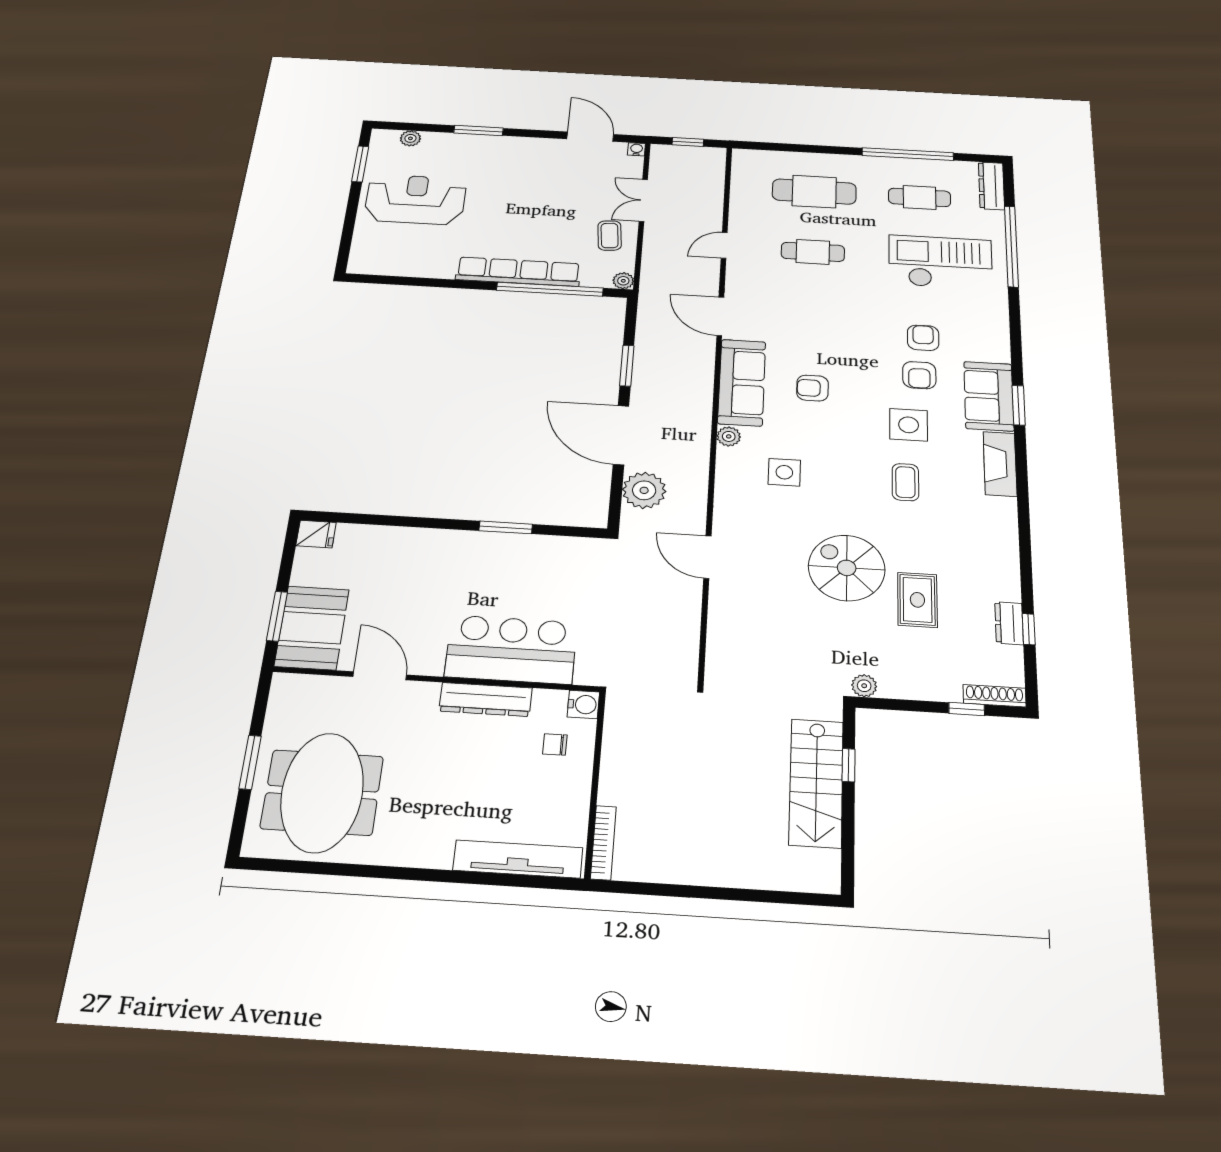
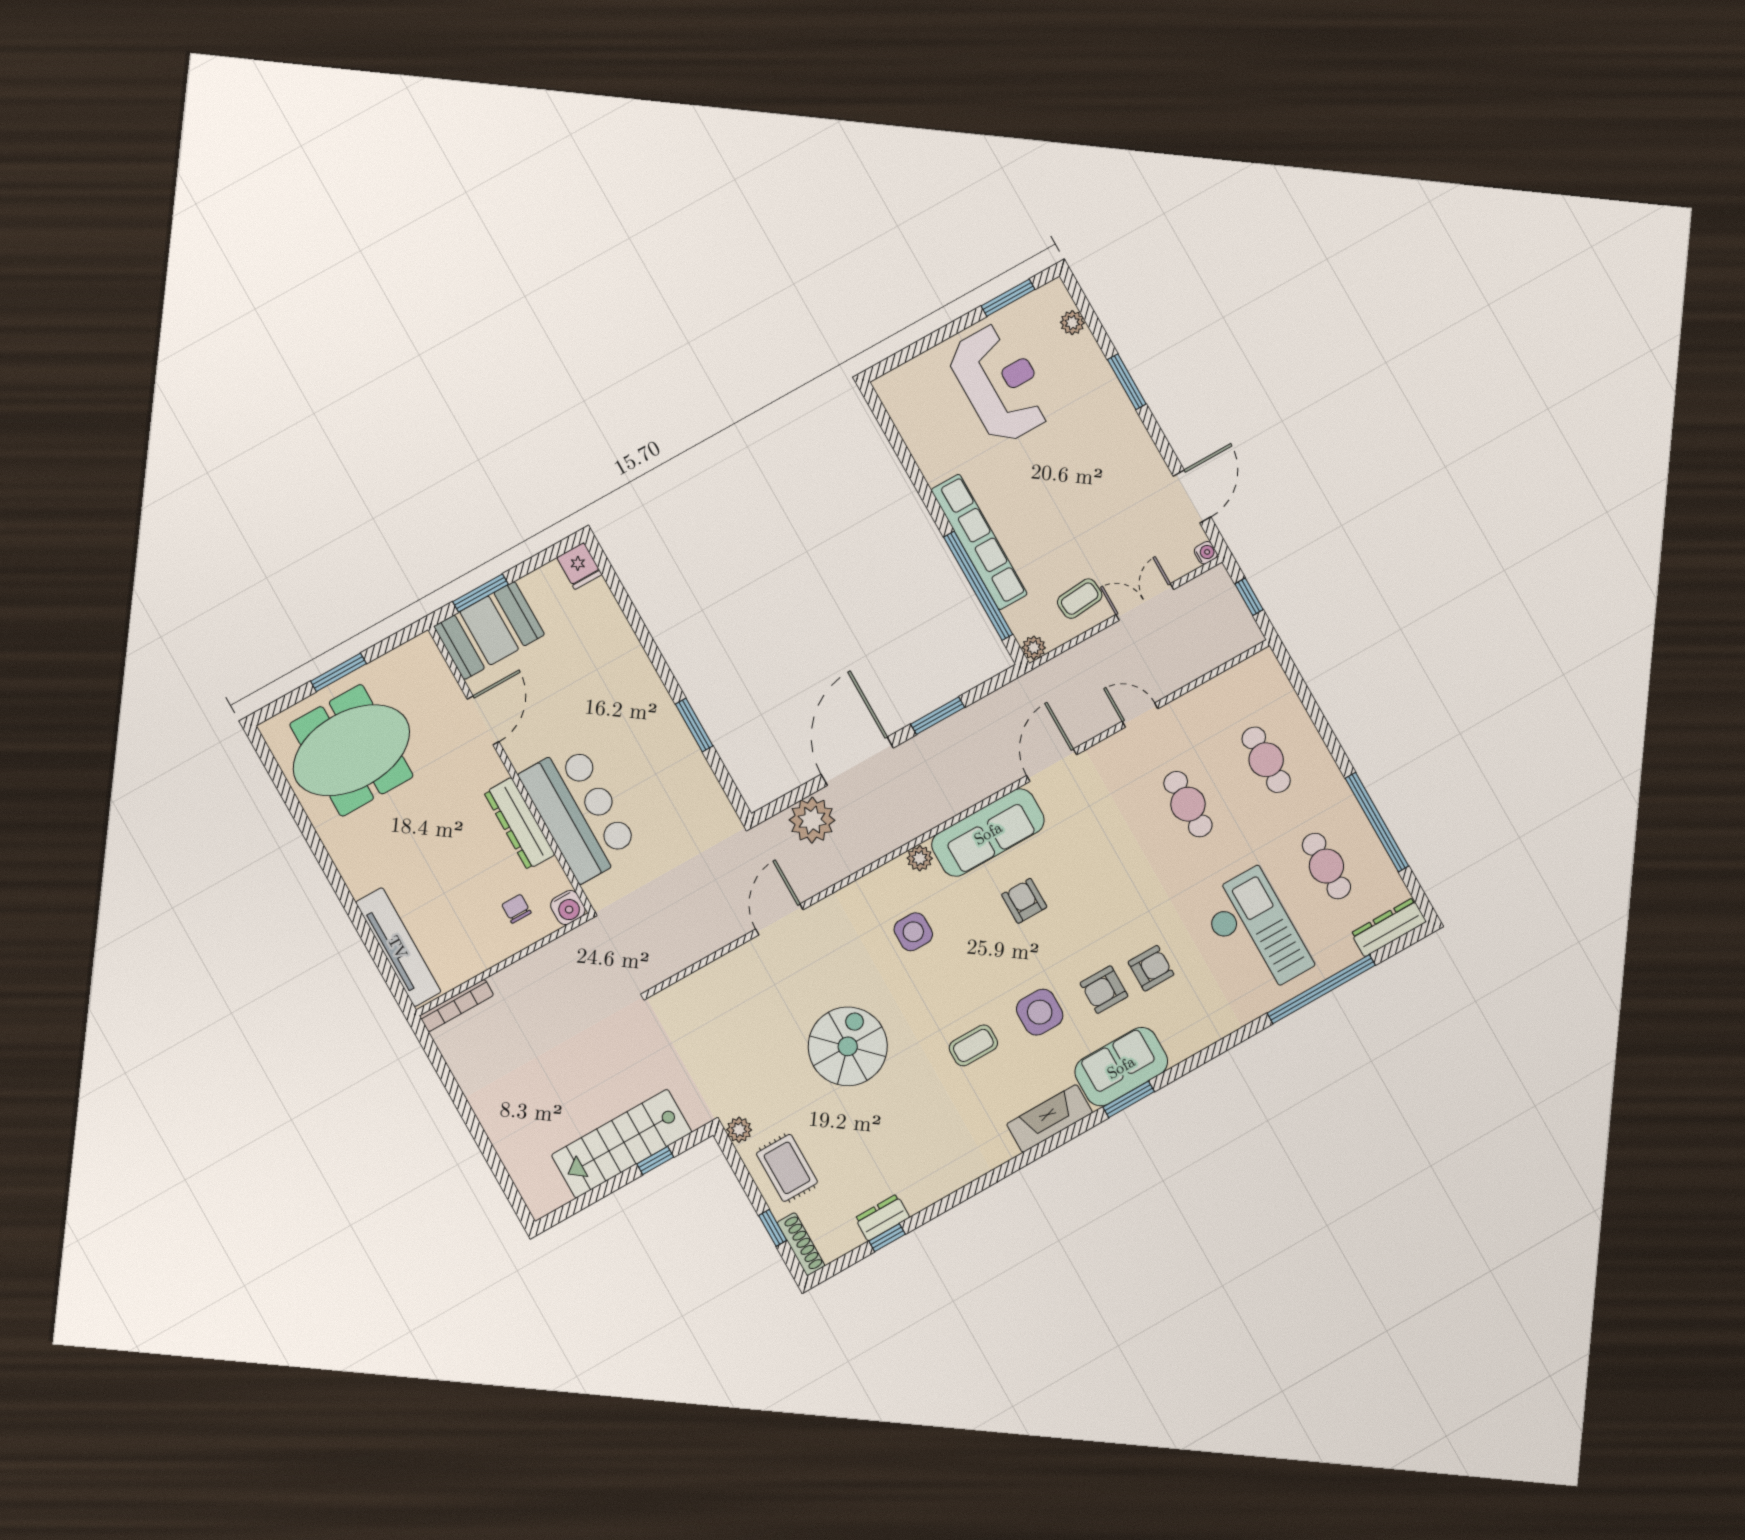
cafe table: (814, 192) -> (1266, 760), width x0.73, depth x0.74
rug: (917, 600) -> (787, 1168), moved, turned 90

